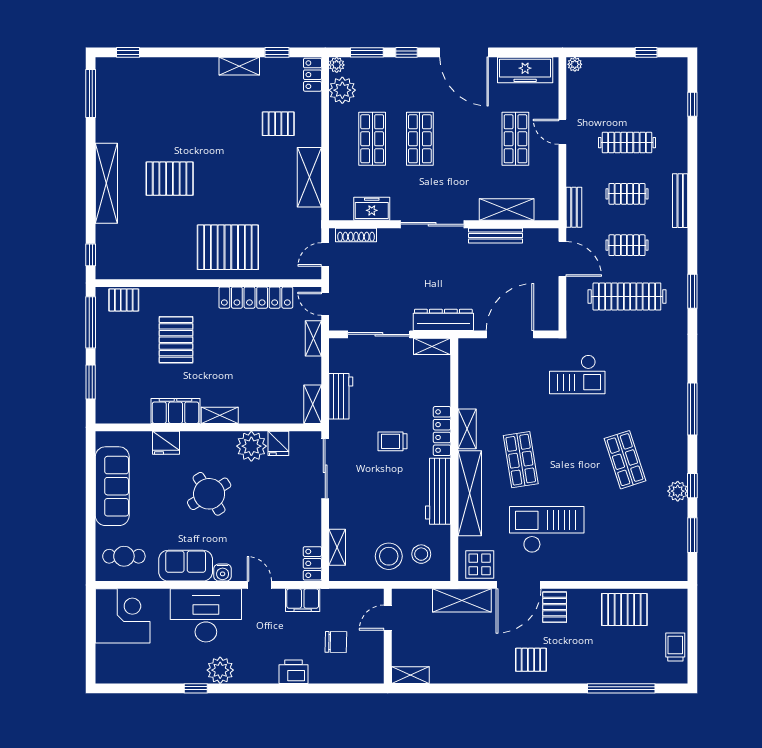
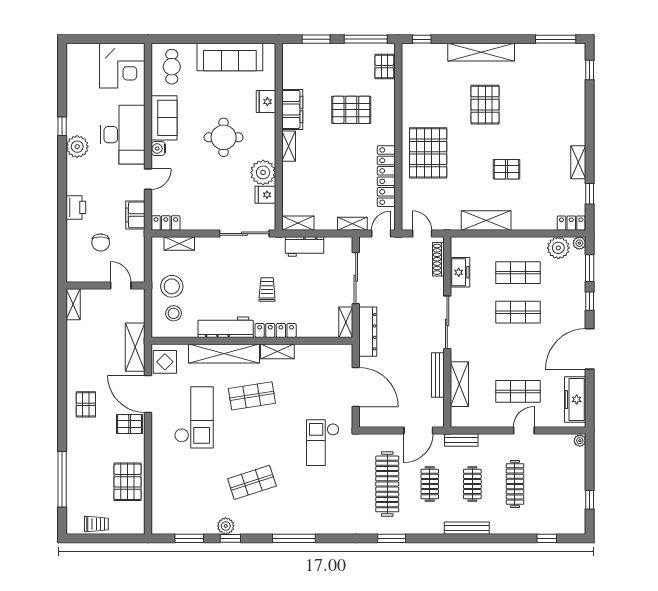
pallet: (278, 124) -> (507, 169), moved, turned 90
round table: (209, 494) -> (224, 137), turned 32

